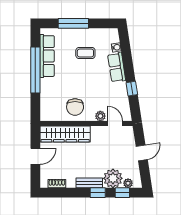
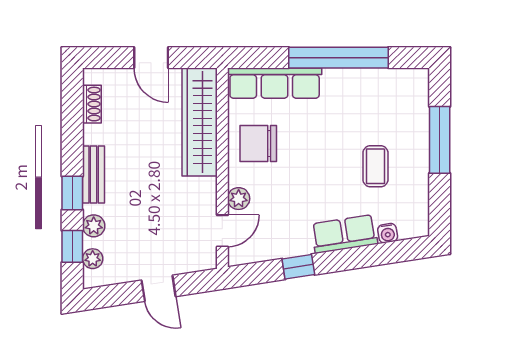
row of seats: (47, 56) -> (275, 83), moved
plant: (113, 178) -> (94, 226), width x0.53, depth x0.53

